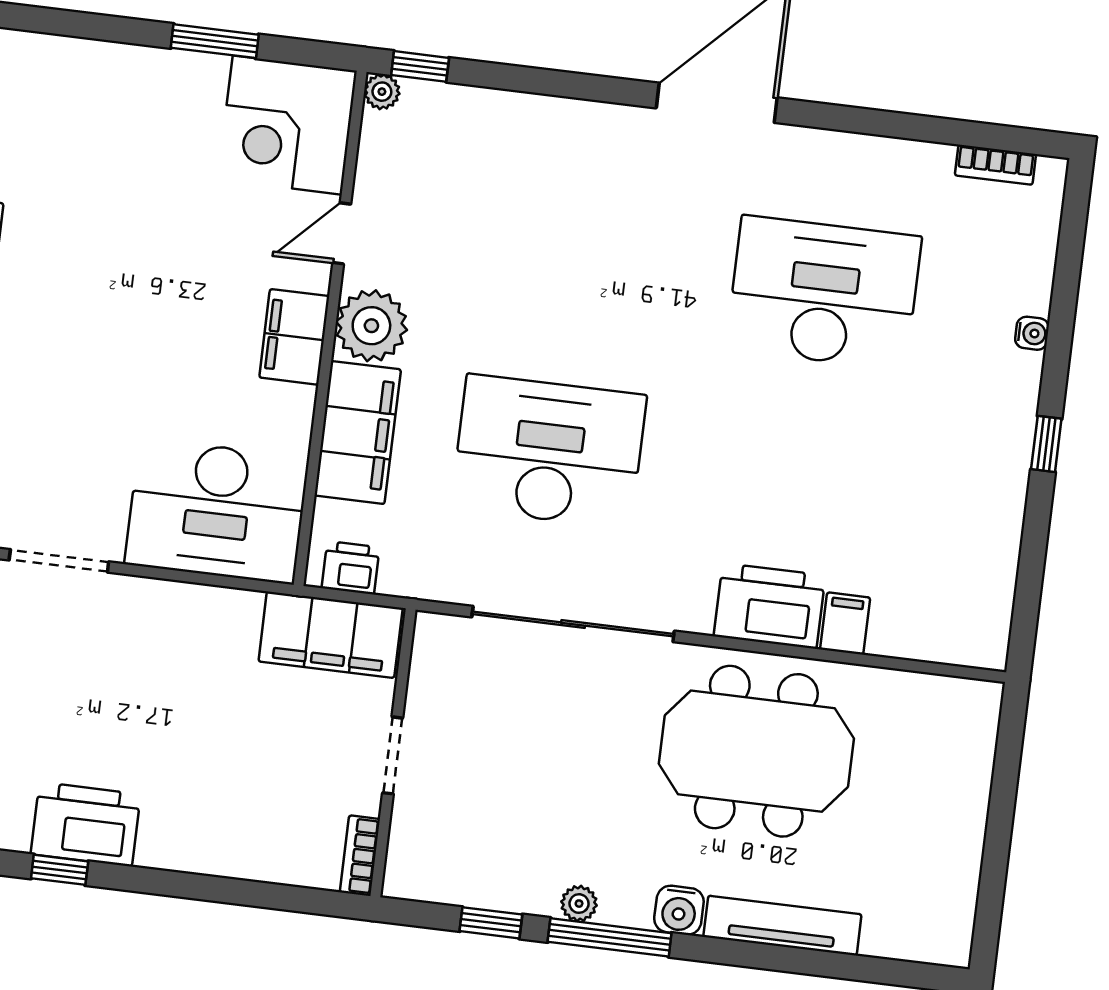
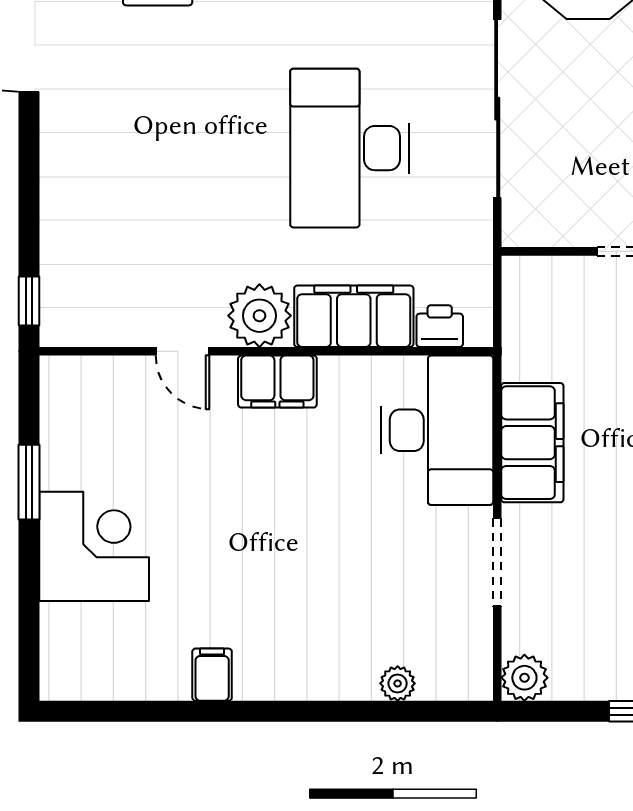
plant: (382, 92) -> (55, 332), removed
corner desk: (287, 125) -> (94, 546), moved, turned -90
printer: (351, 568) -> (440, 326), moved, turned 90
filing cabinet: (331, 635) -> (532, 443), moved

